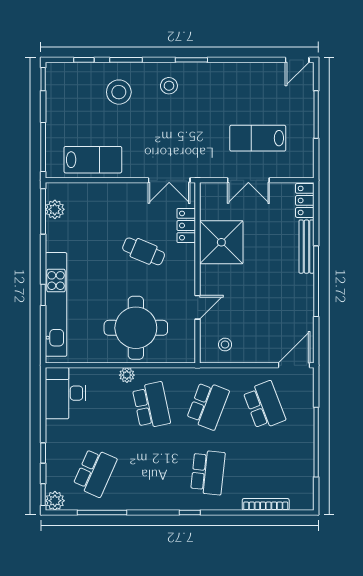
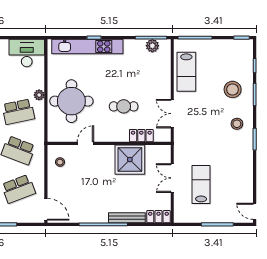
double door: (169, 180) -> (172, 114), moved
cafe table: (144, 251) -> (124, 106), turned 67
door: (198, 307) -> (85, 143), swing flipped

